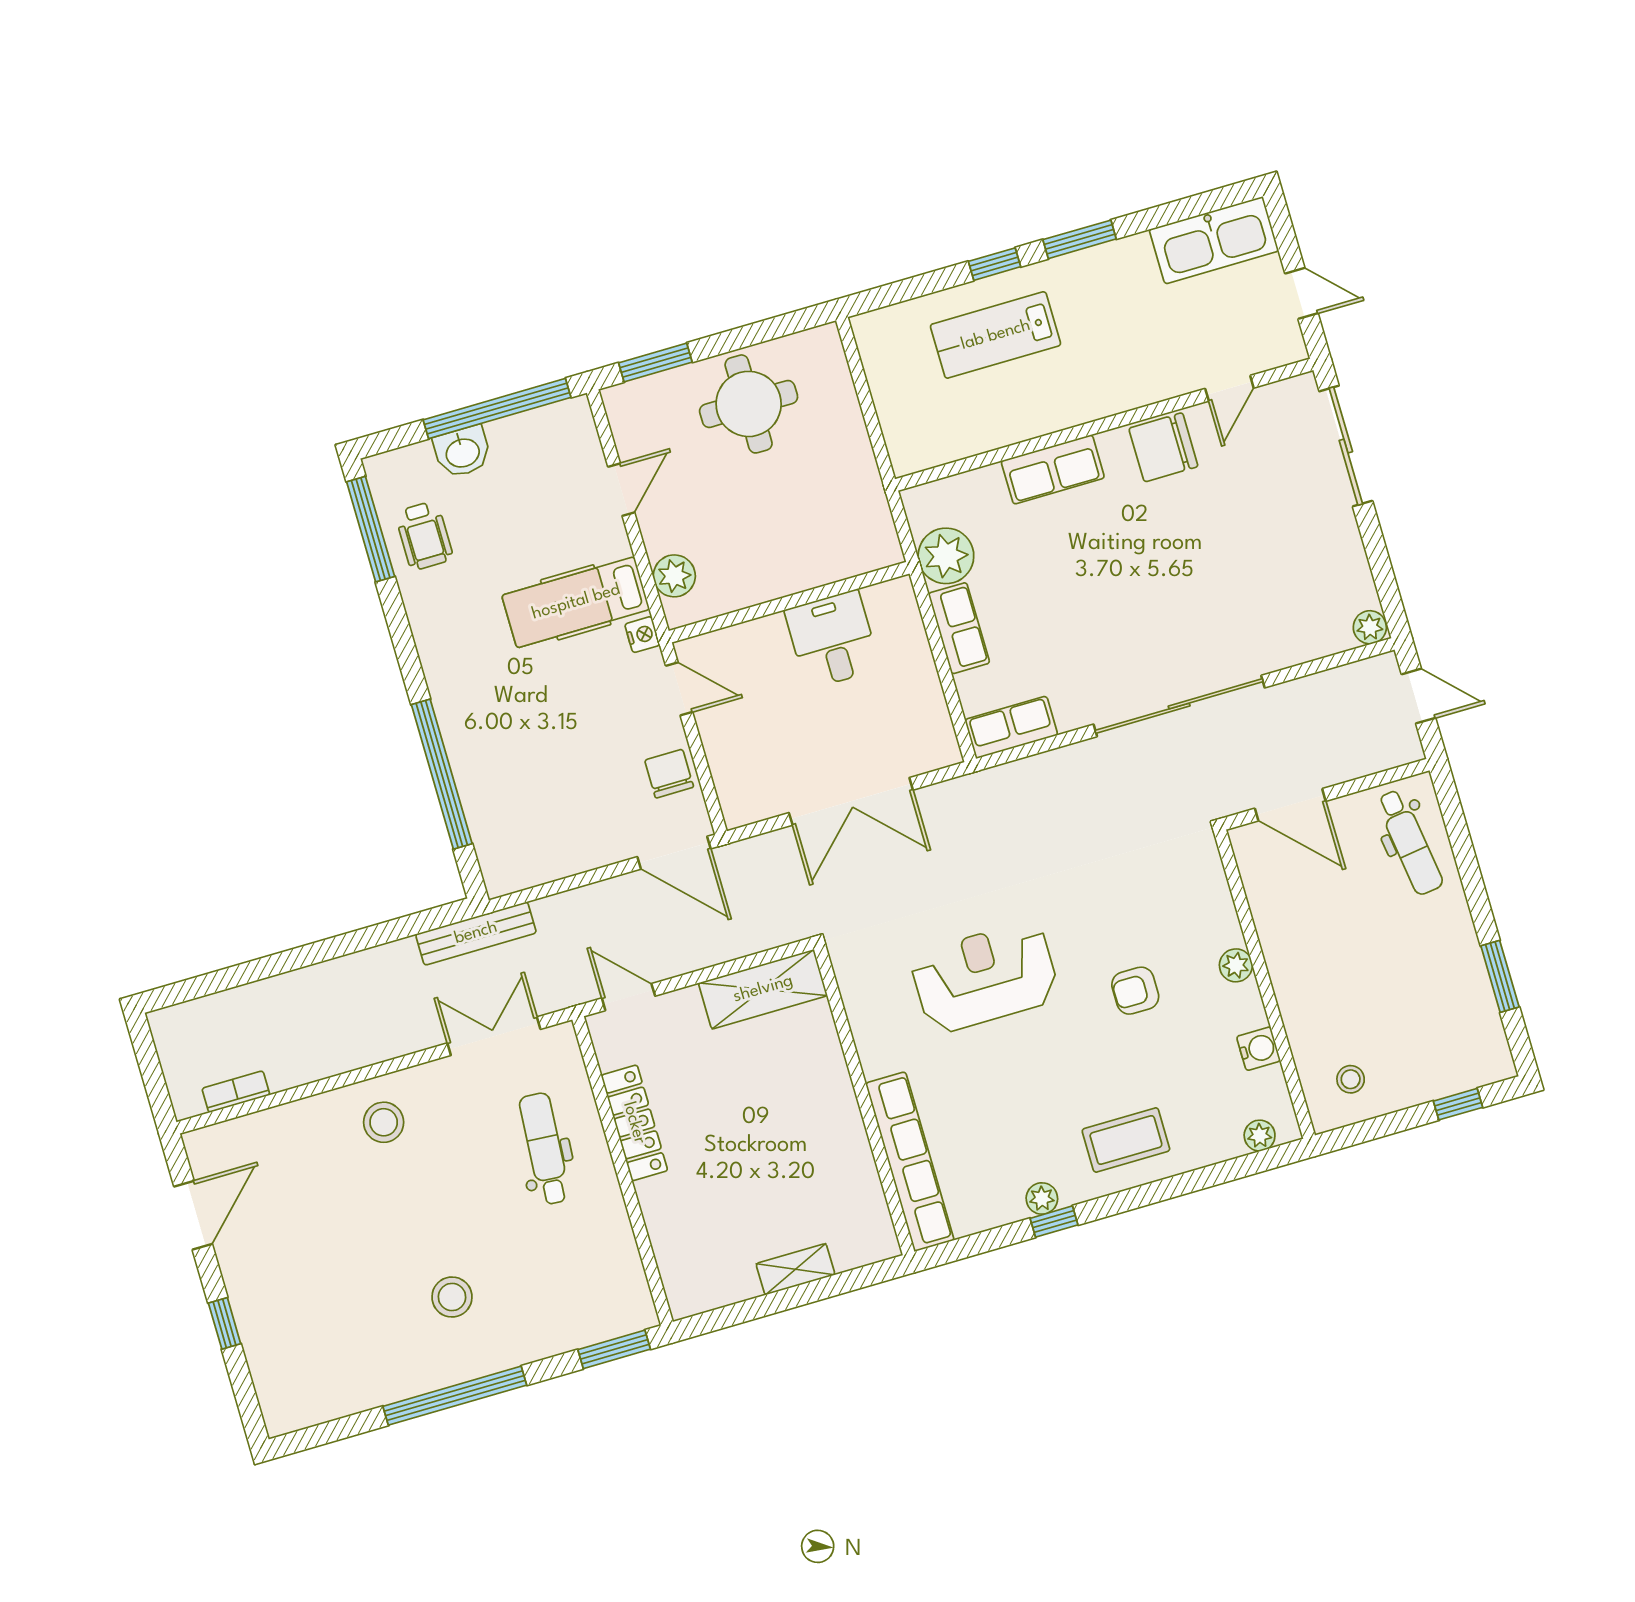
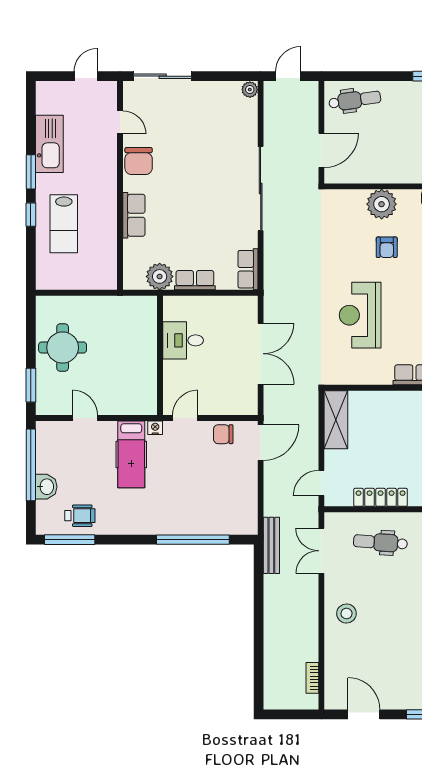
kitchen sink: (1214, 240) -> (49, 144), moved
plant: (674, 576) -> (132, 405), removed
plant: (1236, 965) -> (382, 204), width x1.87, depth x1.87

